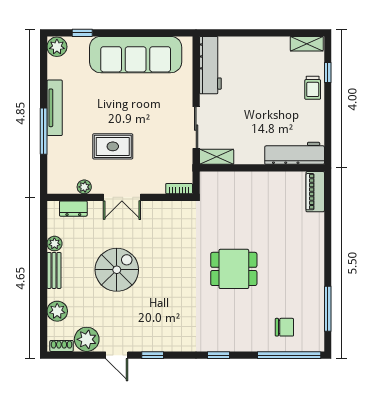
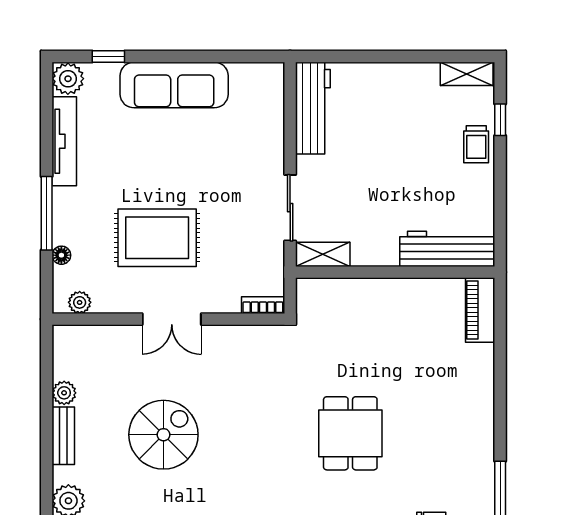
sofa: (136, 55) -> (174, 85), width x0.74, depth x0.79
tv unit: (55, 108) -> (64, 141), moved
rug: (113, 146) -> (157, 238), width x1.36, depth x1.43
floor lamp: (53, 157) -> (61, 255), added
plant: (84, 187) -> (80, 302), moved
dresser: (73, 209) -> (94, 337), removed
dining table: (234, 269) -> (350, 433), turned 90

